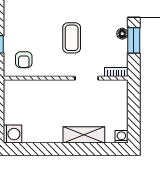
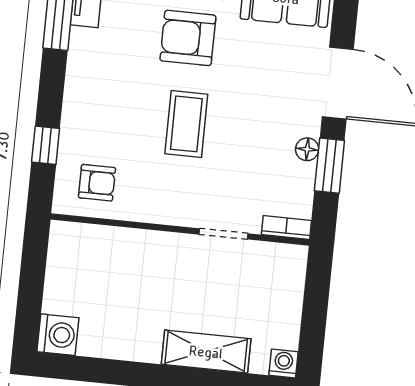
coffee table: (72, 38) -> (186, 124), moved
armchair: (24, 60) -> (97, 183), turned -90

